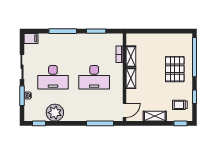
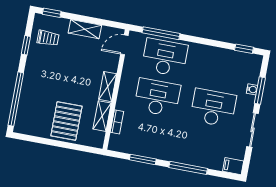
pallet: (175, 69) -> (66, 121), moved
desk: (94, 107) -> (165, 57), added
plant: (55, 113) -> (220, 59), removed

